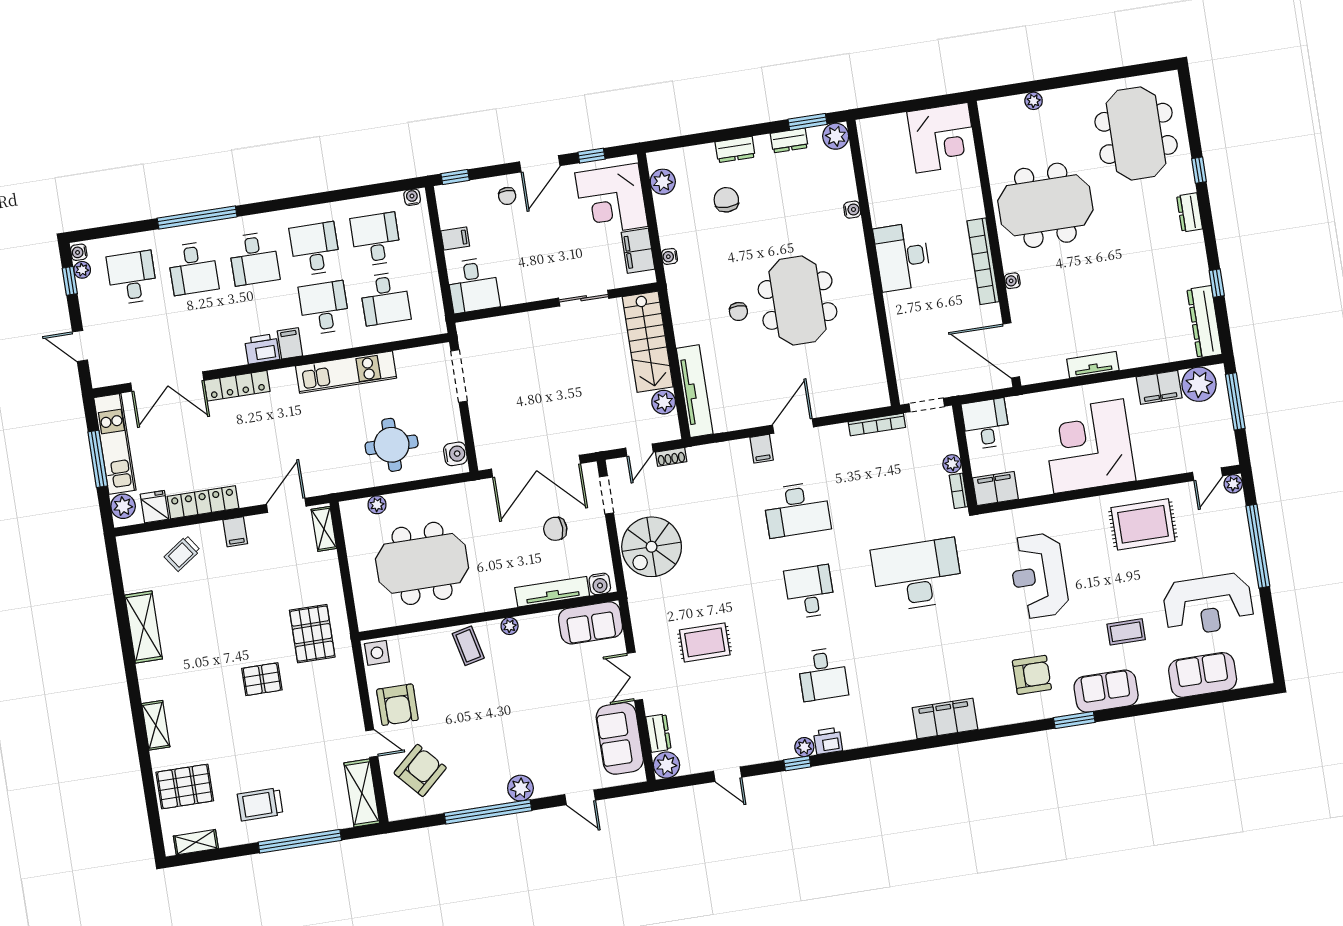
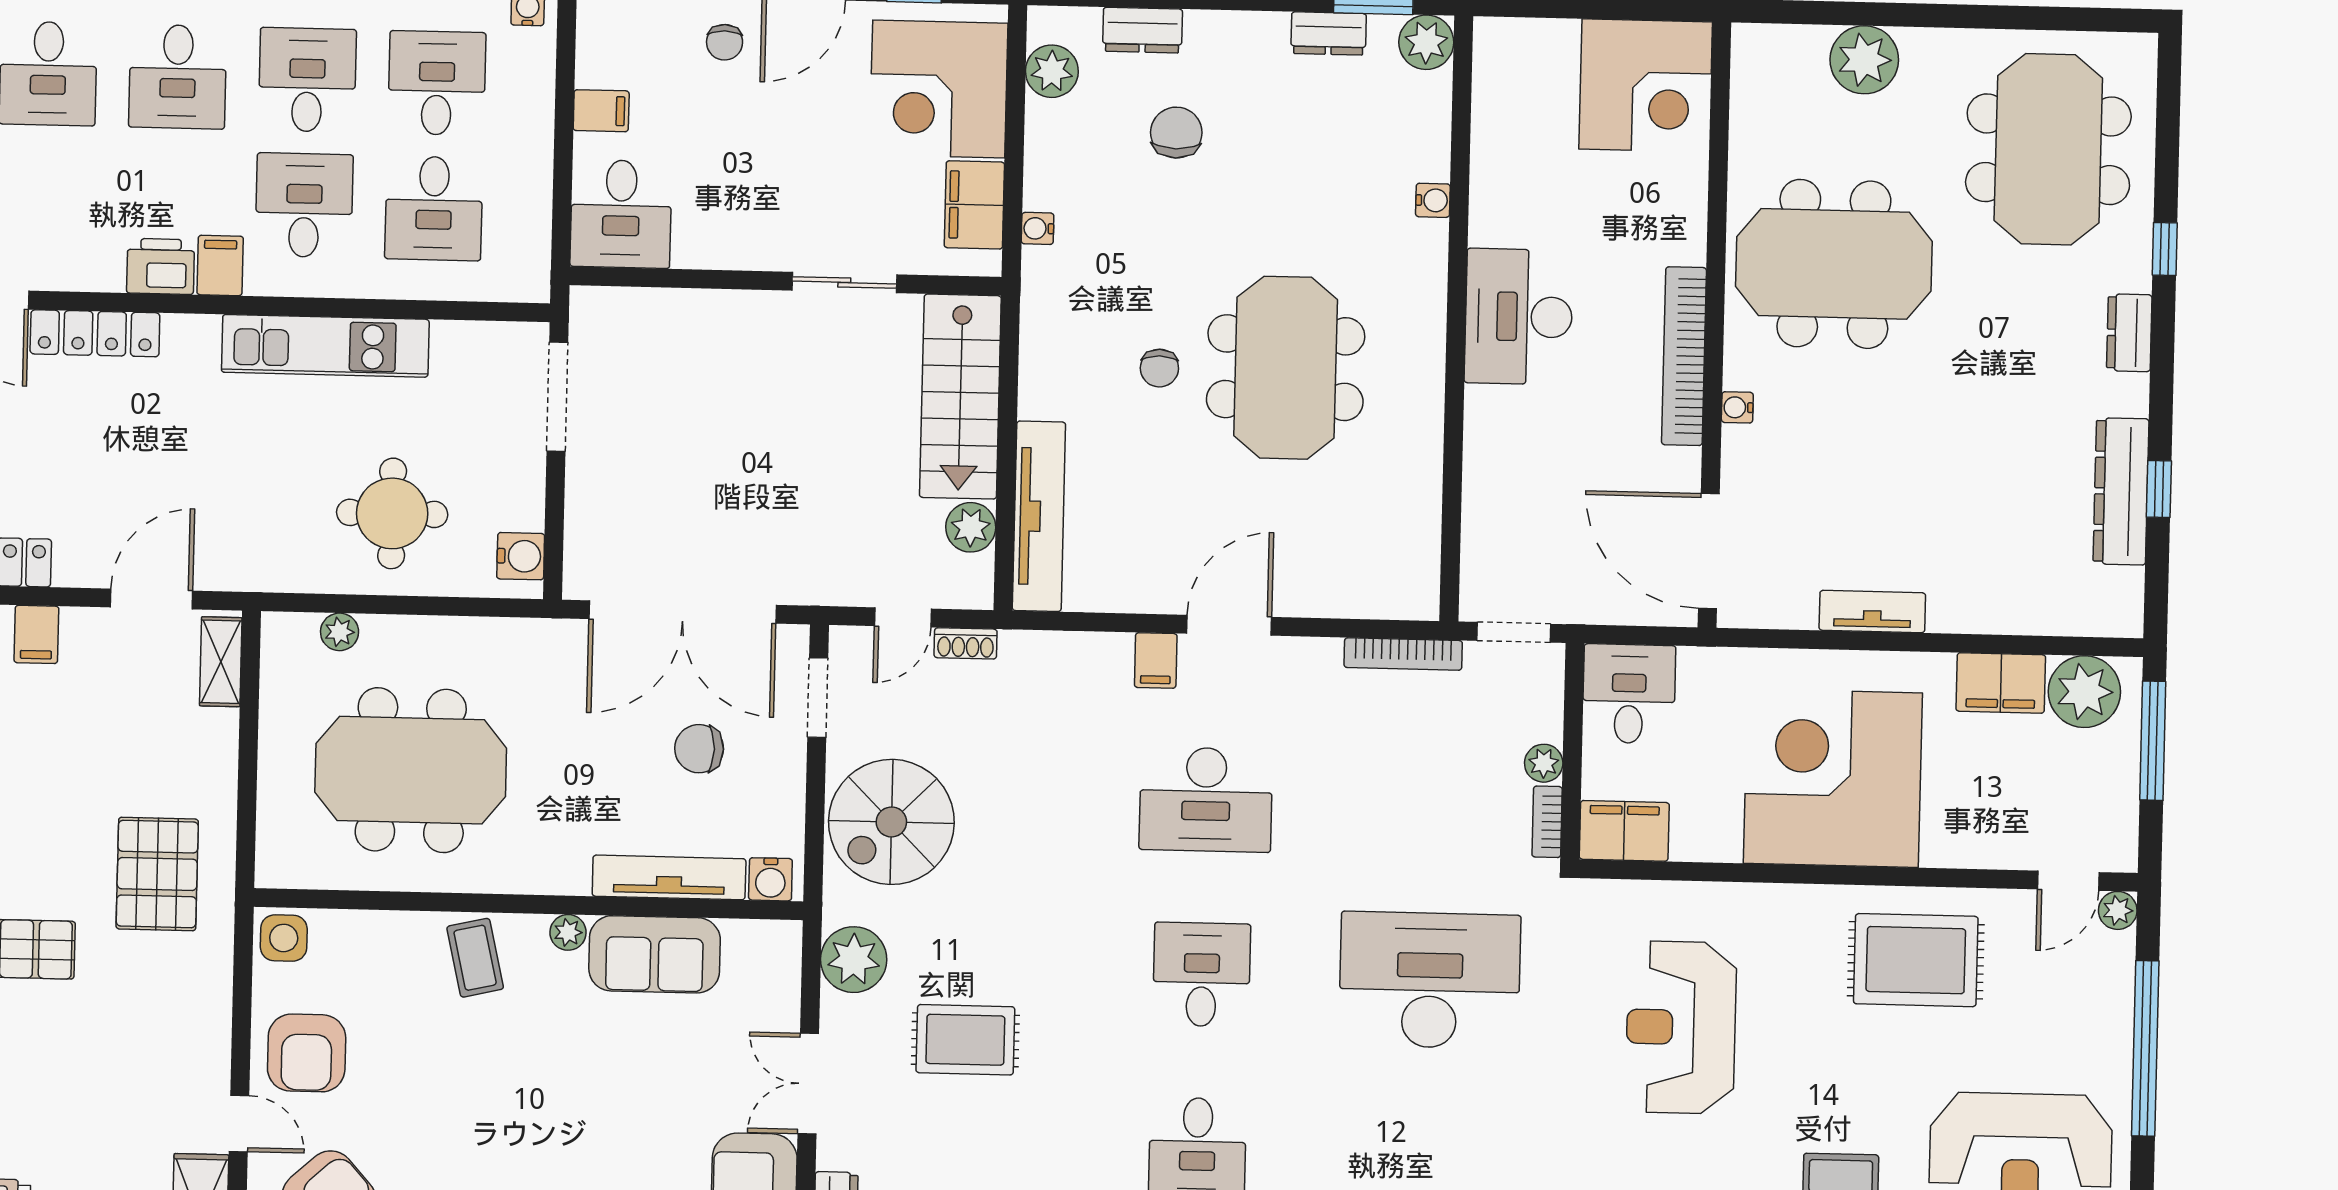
plant: (1034, 101) -> (1864, 60), width x1.88, depth x1.88
dresser: (735, 149) -> (1142, 30), moved
dresser: (1204, 322) -> (2121, 491), moved
plant: (646, 614) -> (854, 960), added
sofa: (591, 623) -> (655, 954), moved

